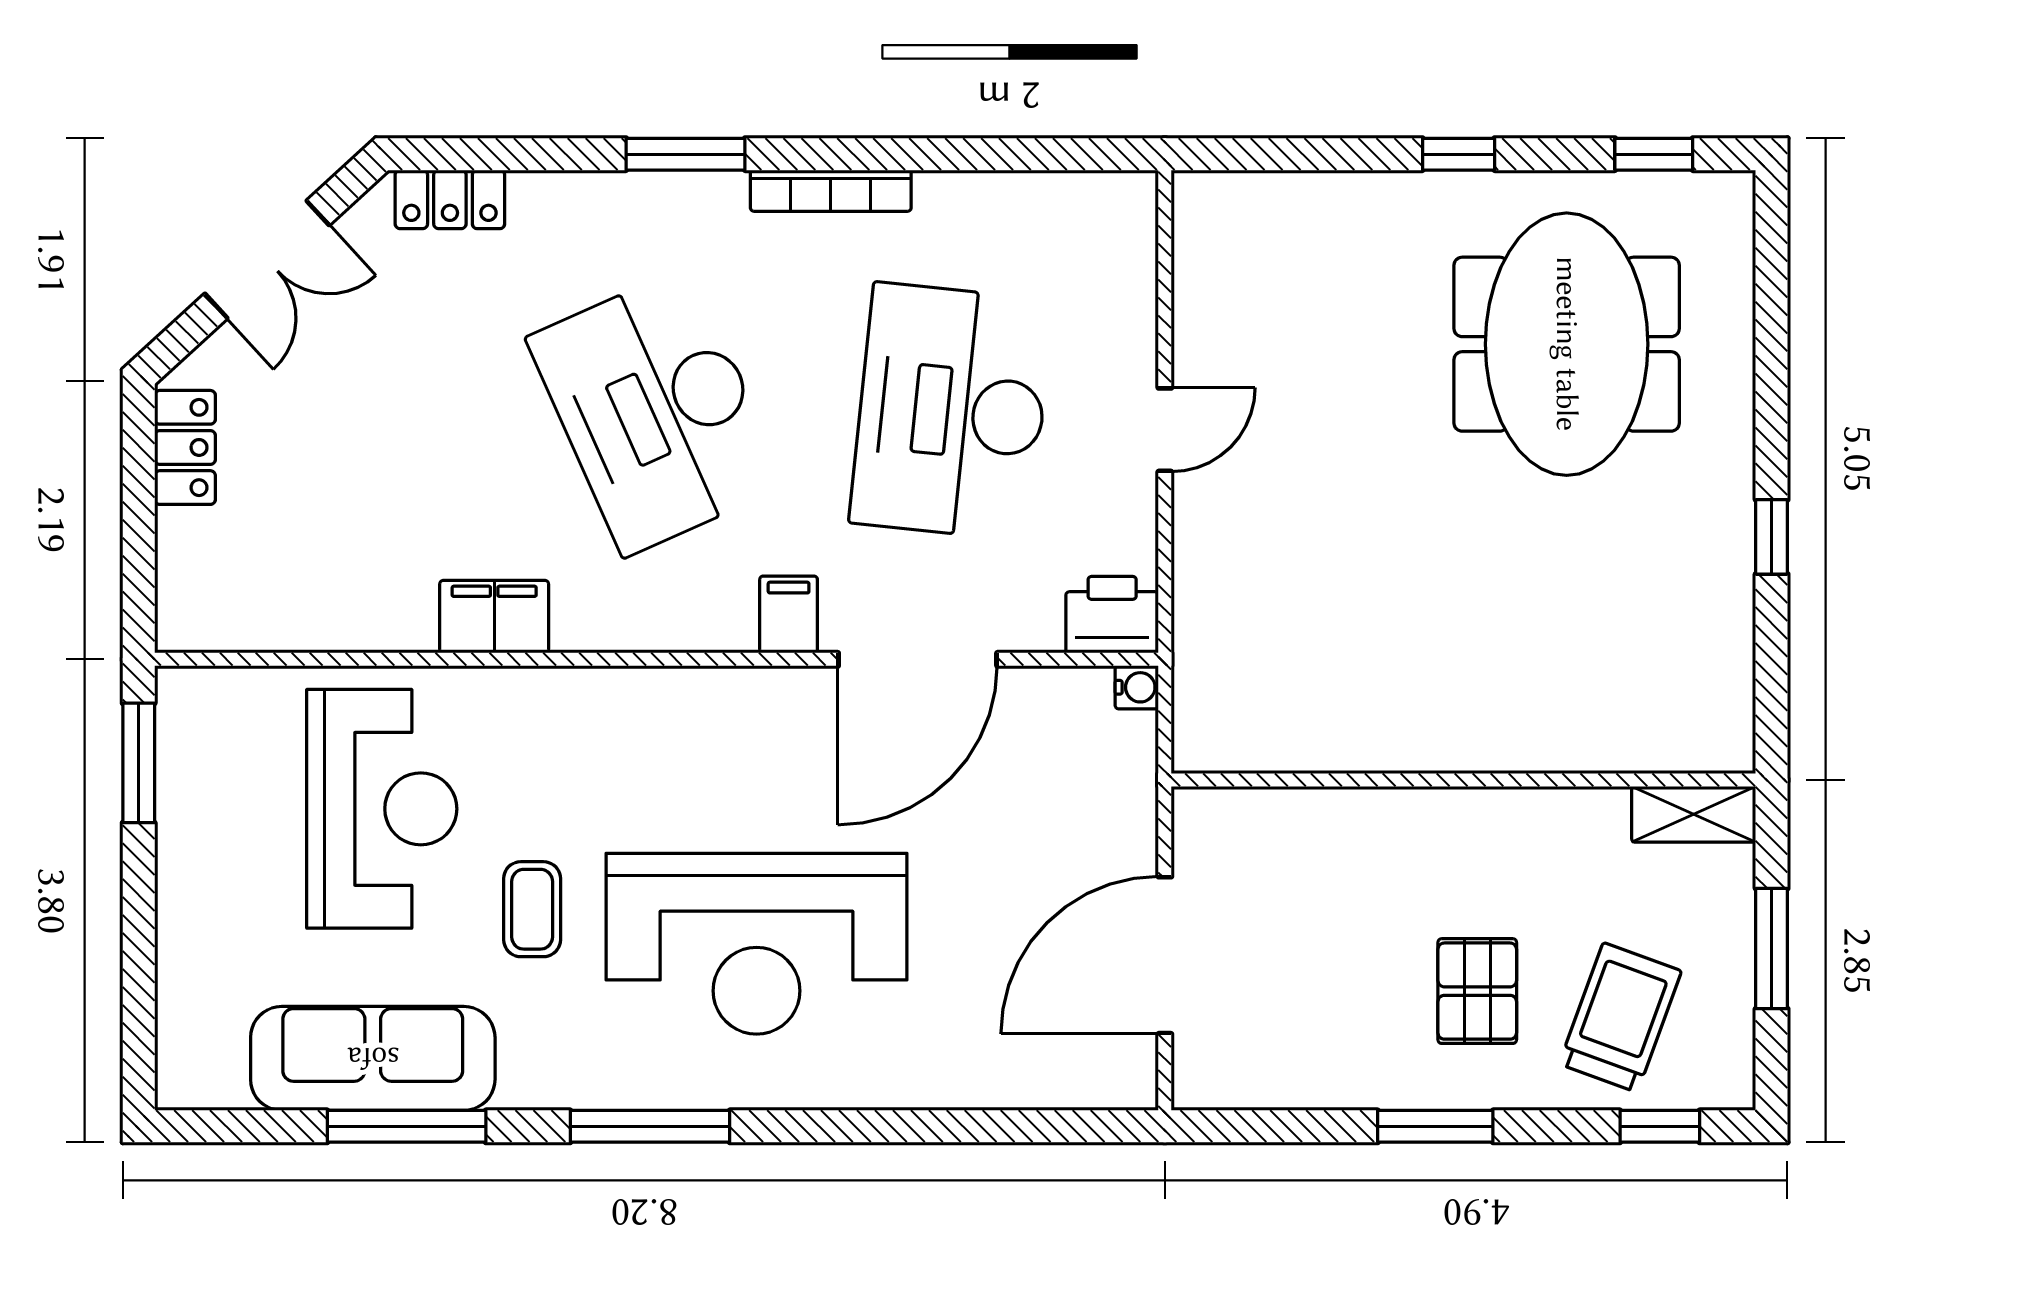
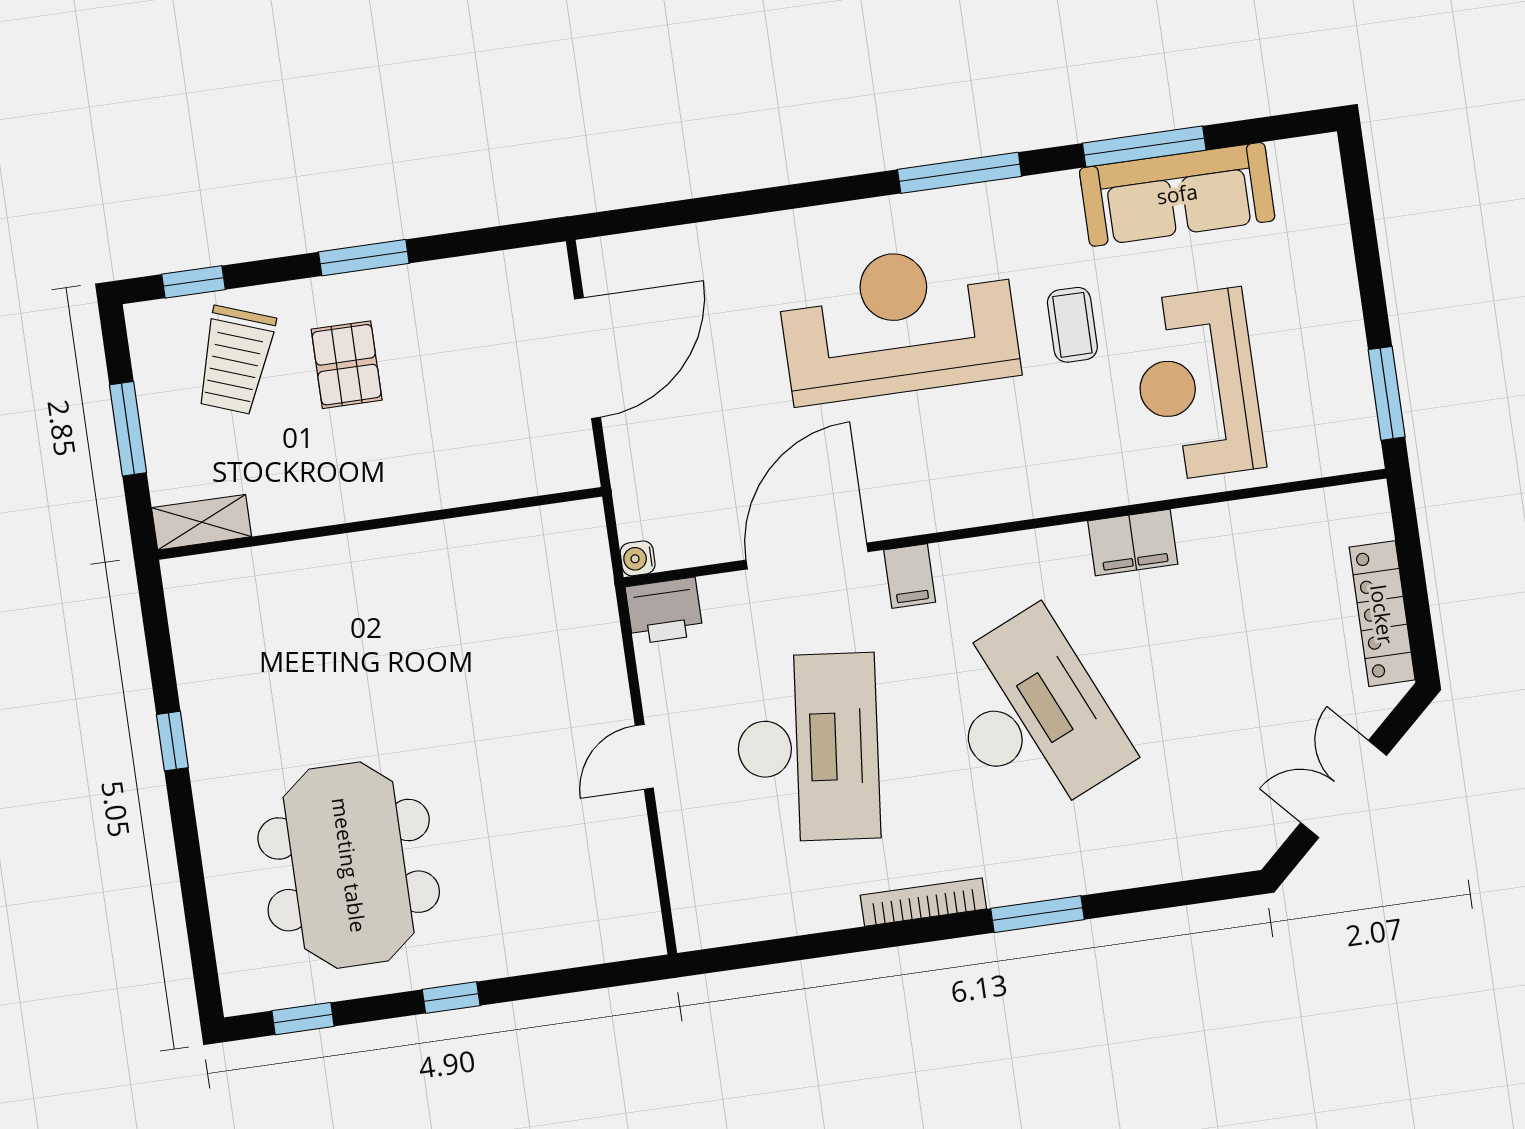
locker: (450, 199) -> (1211, 854), removed
locker: (185, 447) -> (1382, 614), width x1.53

